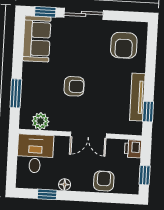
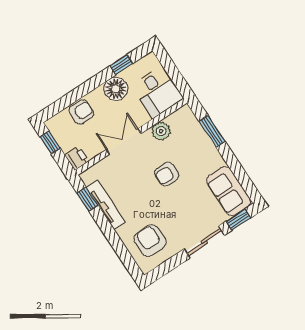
plant: (40, 121) -> (161, 131), moved
armchair: (104, 181) -> (81, 112), turned -90
floor lamp: (65, 185) -> (116, 89), width x1.89, depth x1.89

